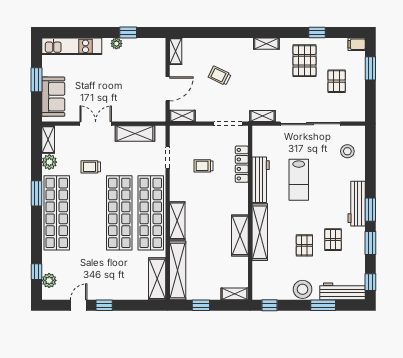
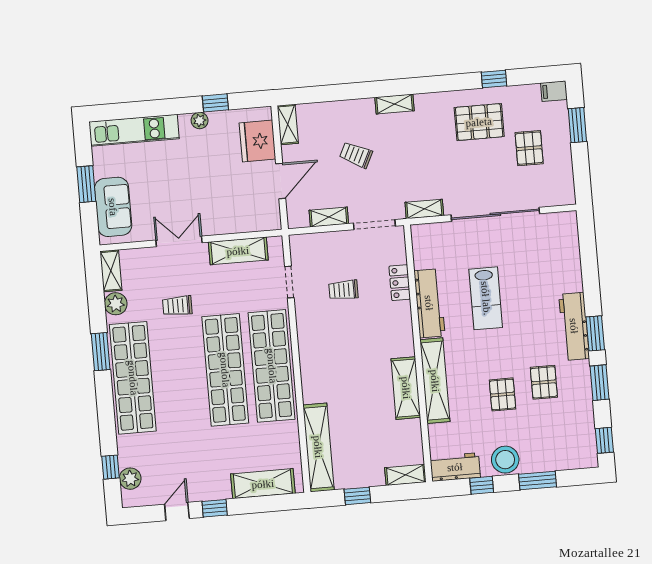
shelving: (266, 44) -> (395, 104), moved
fridge: (154, 61) -> (258, 141), added
pallet: (304, 61) -> (479, 122), turned 90
shelving: (182, 116) -> (329, 217), moved
stool: (347, 151) -> (554, 250), removed
locker: (242, 164) -> (400, 283), width x0.66
shelving: (177, 221) -> (312, 374), removed
shelving: (157, 279) -> (263, 484), moved, turned 90
workbench: (343, 291) -> (455, 467), moved, width x0.73
window: (270, 305) -> (482, 485), moved

